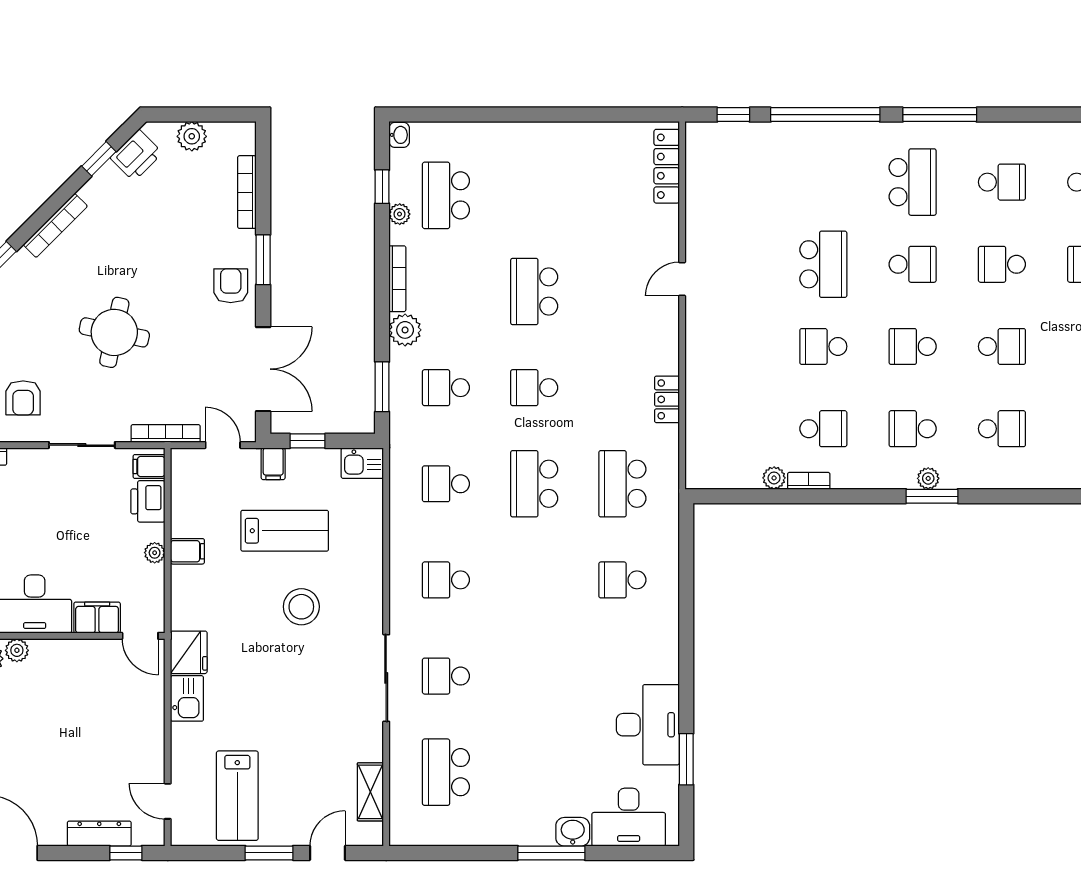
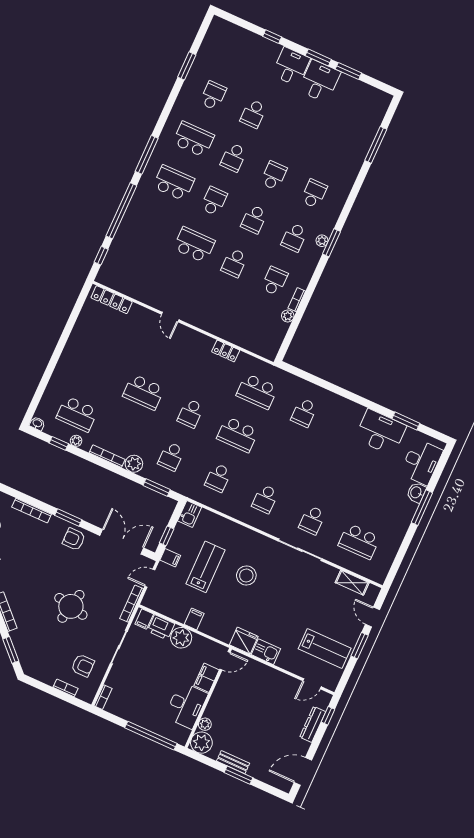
school desk: (1002, 182) -> (193, 139), width x1.85
plant: (155, 553) -> (181, 638), width x1.87, depth x1.87

